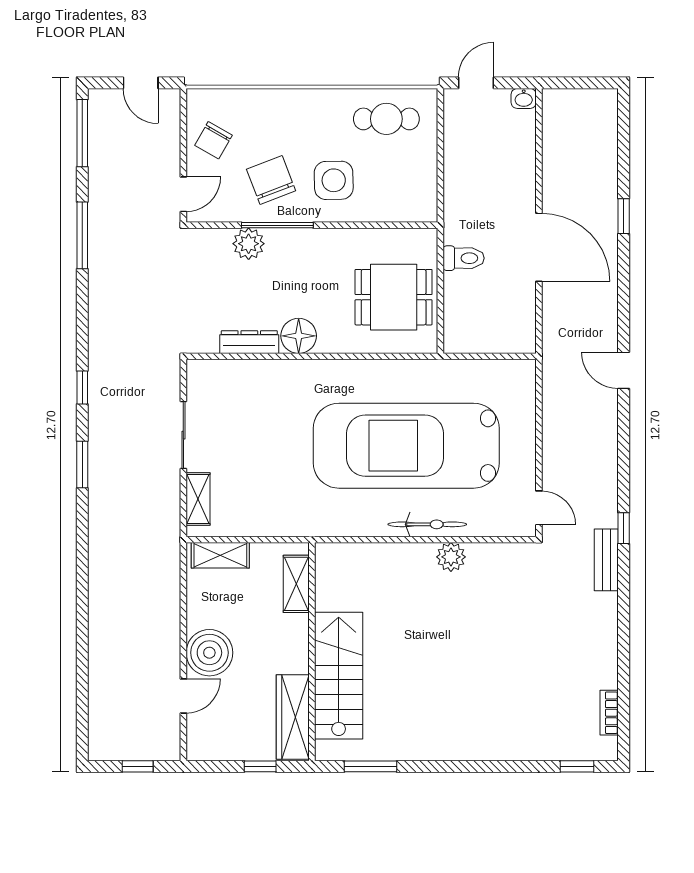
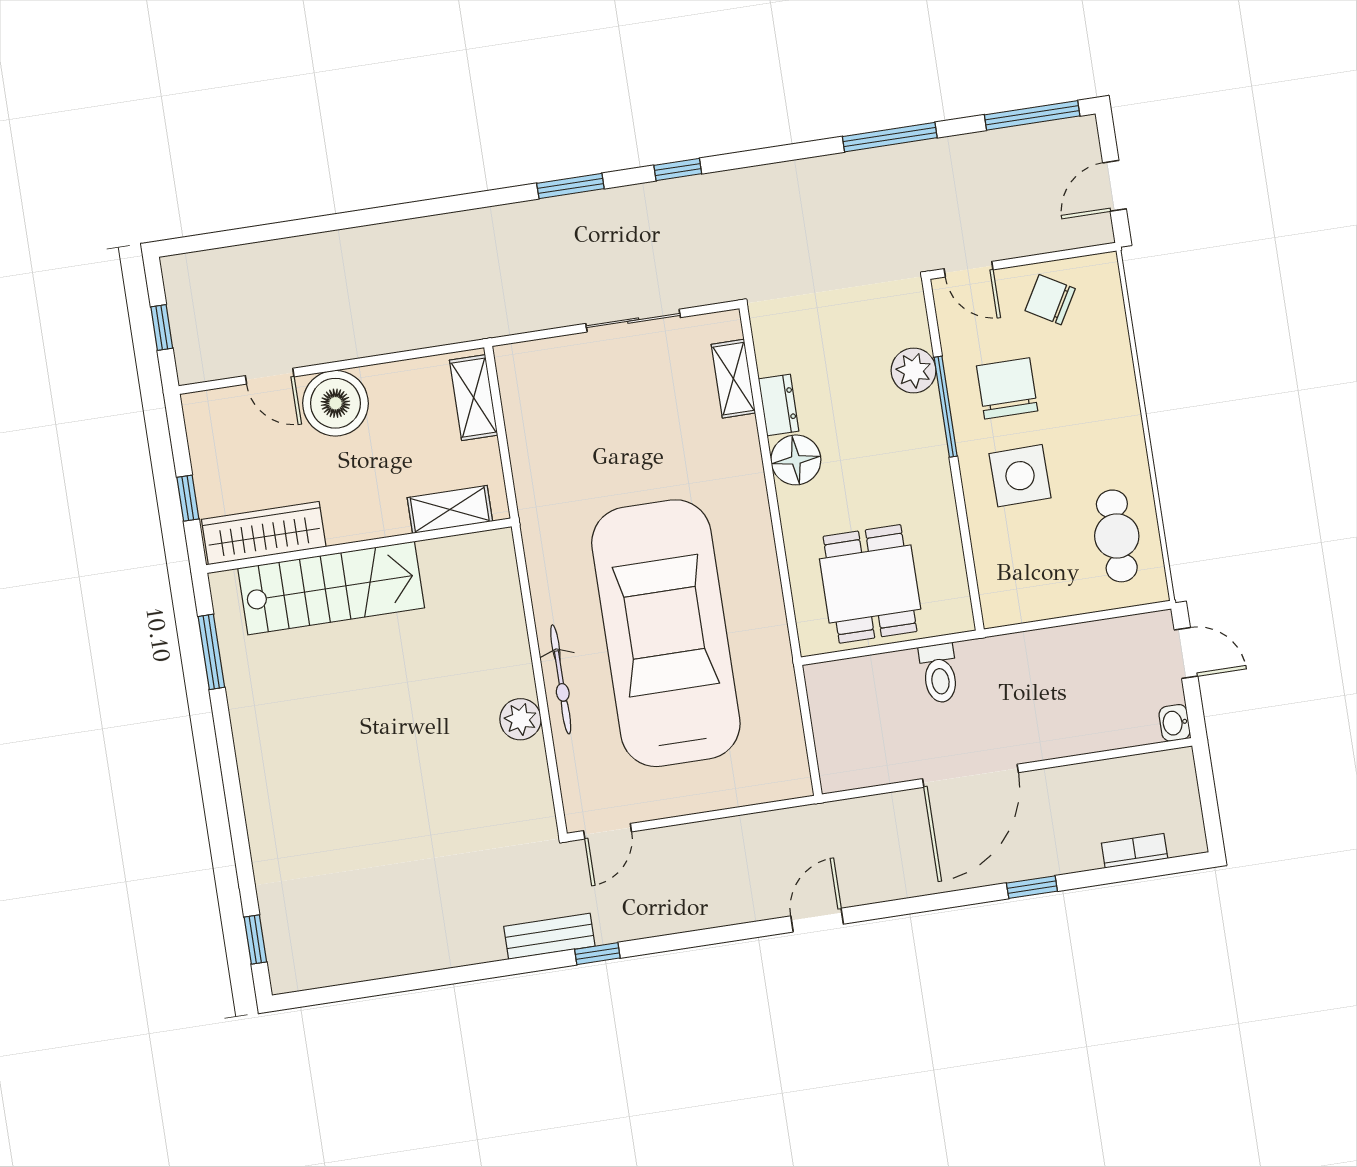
chair: (271, 180) -> (1007, 388), turned -69
dresser: (249, 342) -> (779, 405), width x0.70
shelving: (198, 499) -> (733, 379), moved, turned 90
bookcase: (609, 713) -> (1135, 851), moved

